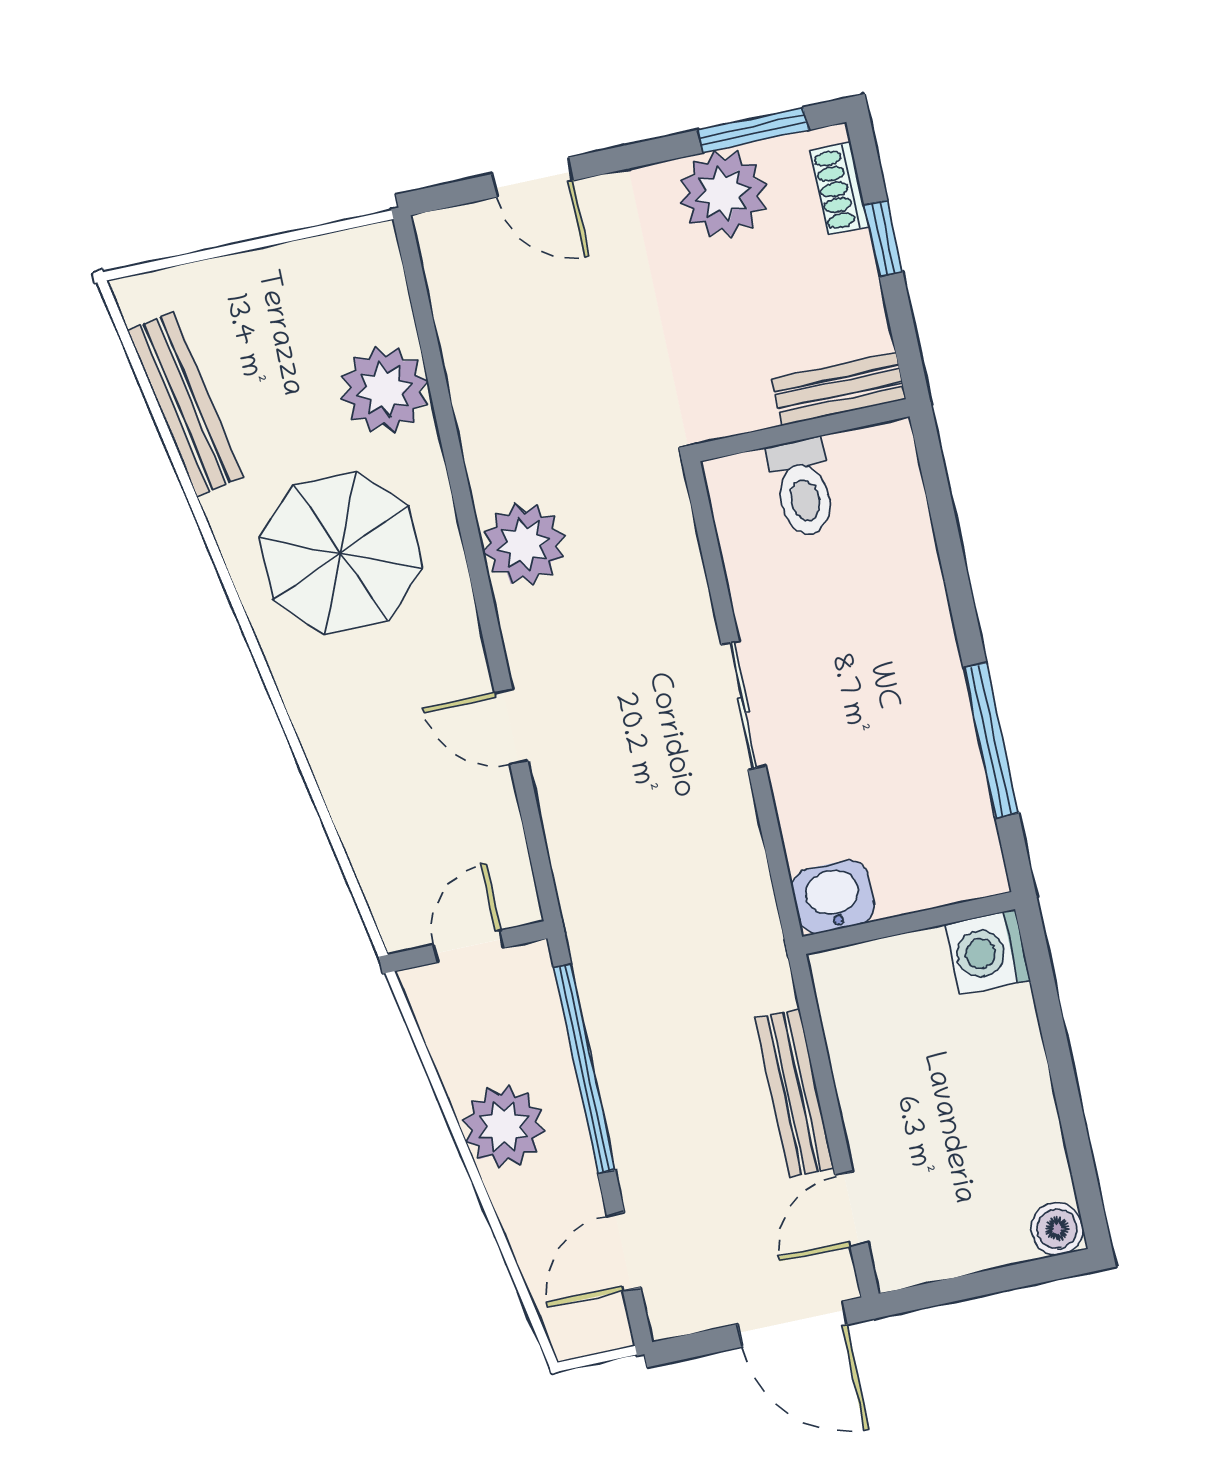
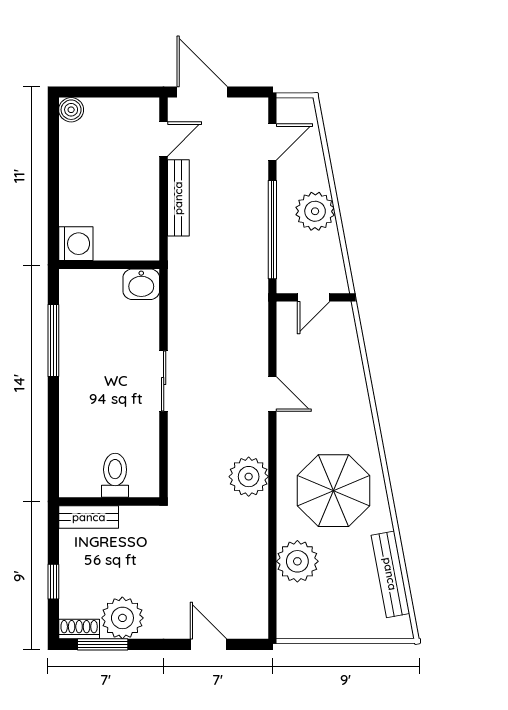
shoe rack: (839, 188) -> (79, 629), moved, turned -90

